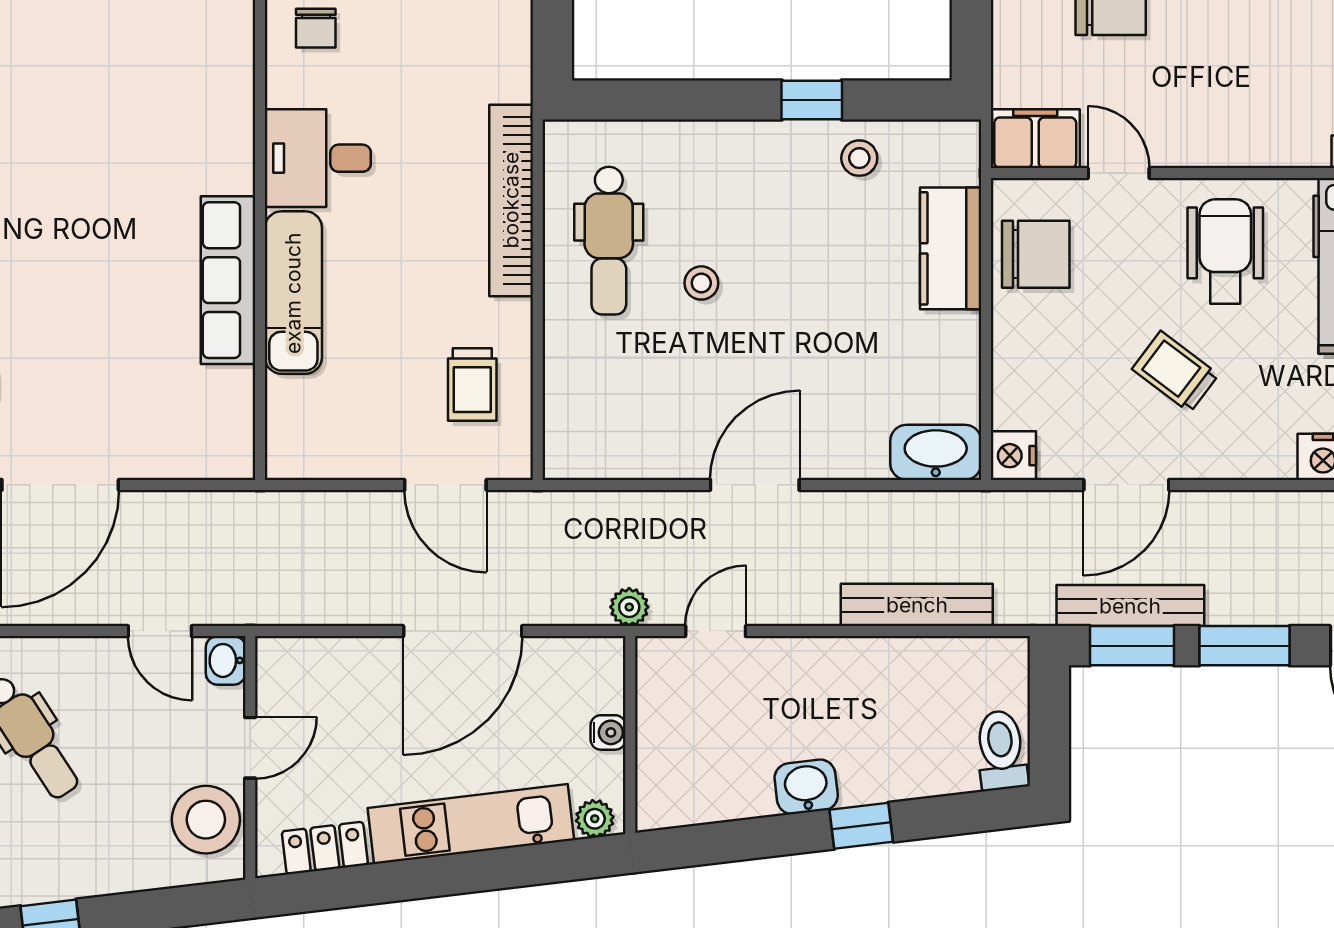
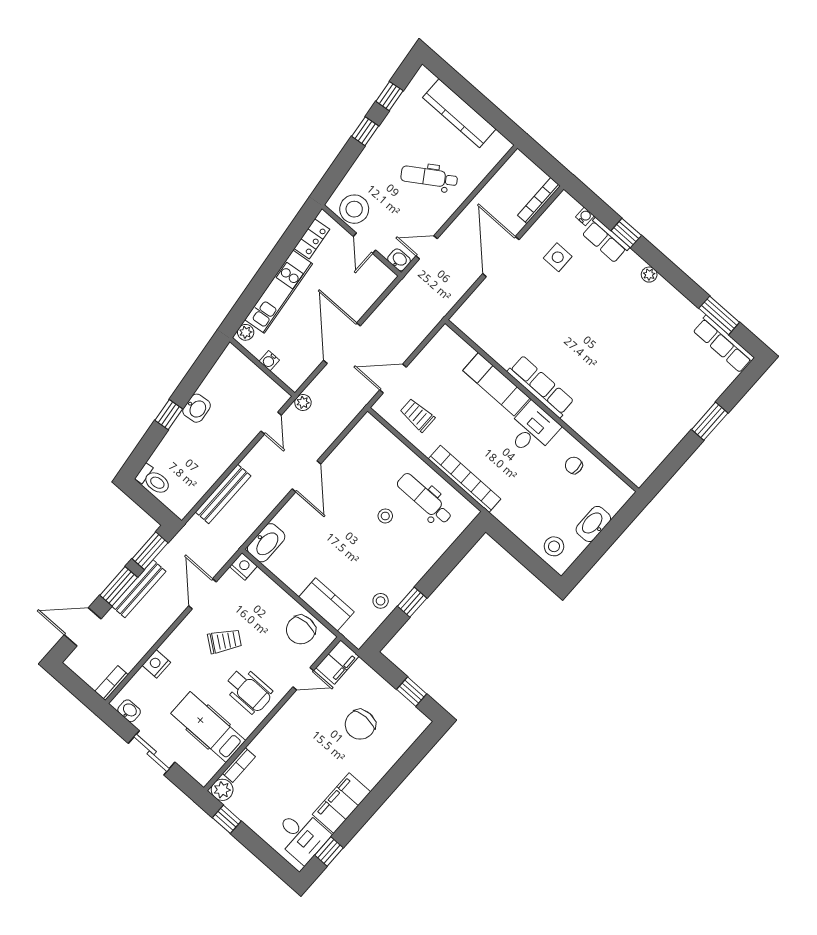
row of seats: (228, 280) -> (541, 386), moved
bench: (1130, 606) -> (139, 589), moved

